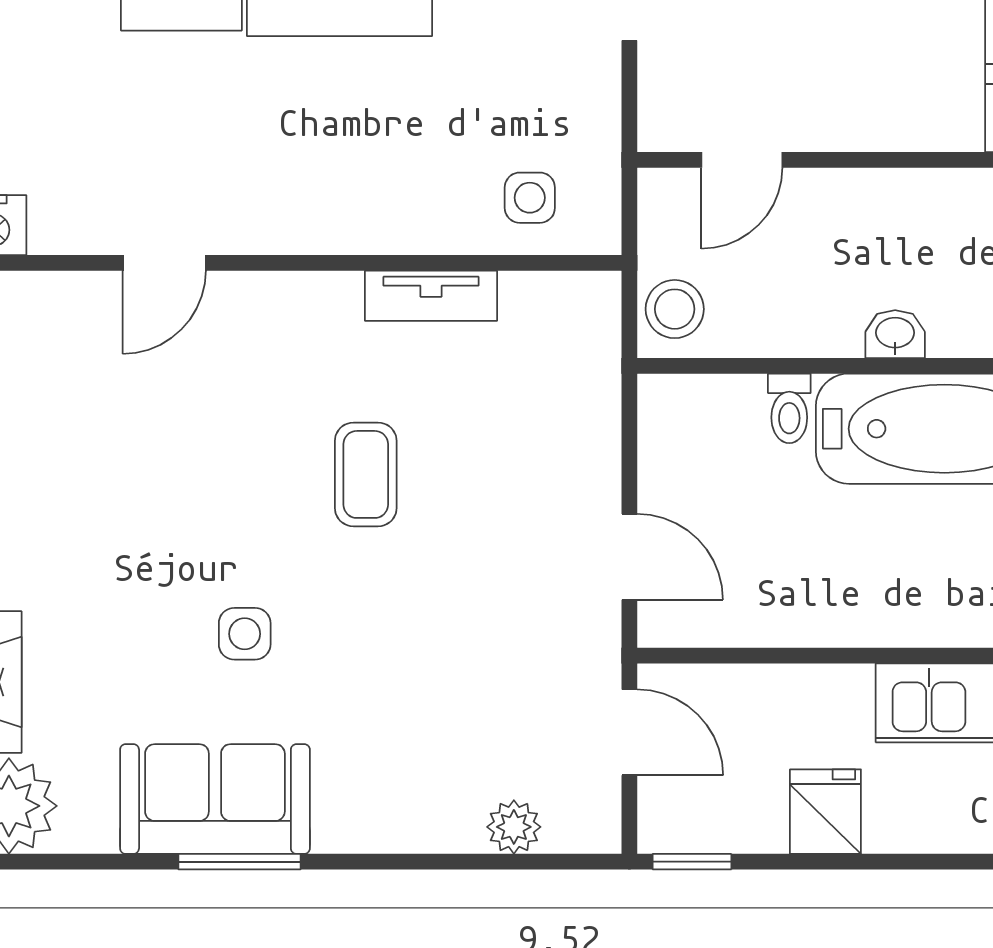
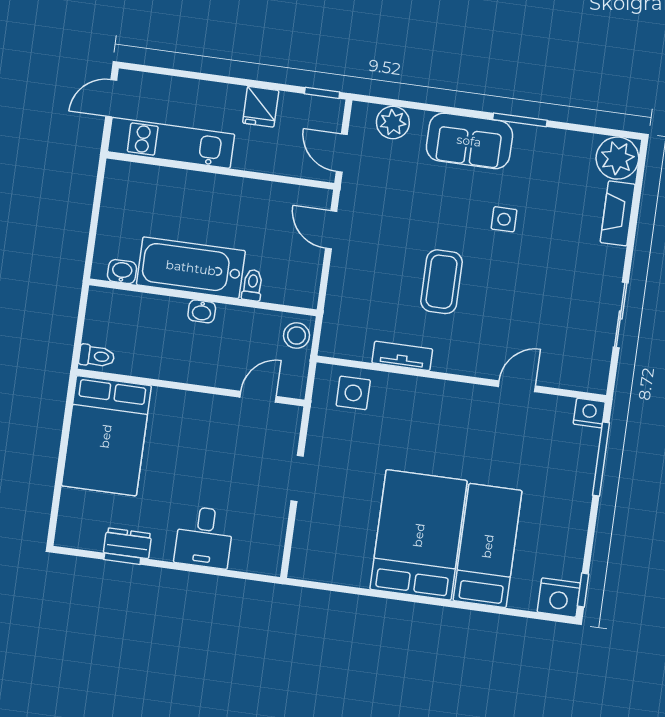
side table: (530, 198) -> (353, 393), width x1.37, depth x1.37
coffee table: (366, 474) -> (442, 282), width x1.36, depth x1.30
sofa: (215, 799) -> (469, 141), moved
plant: (514, 827) -> (393, 122), width x1.38, depth x1.38

